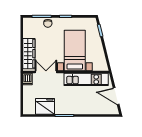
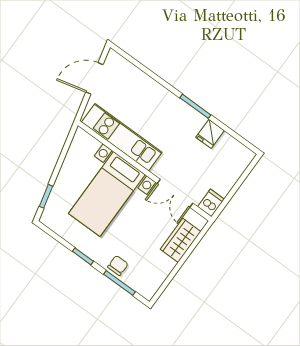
wardrobe: (29, 54) -> (180, 240), width x0.67
door: (116, 96) -> (94, 78), swing flipped
fridge: (45, 106) -> (210, 134), width x0.53, depth x0.75

